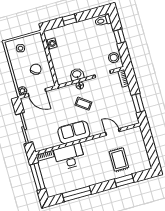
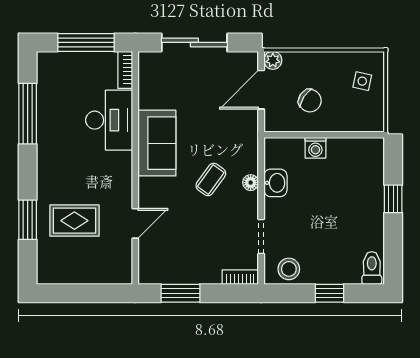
washing machine: (51, 44) -> (315, 148), moved

